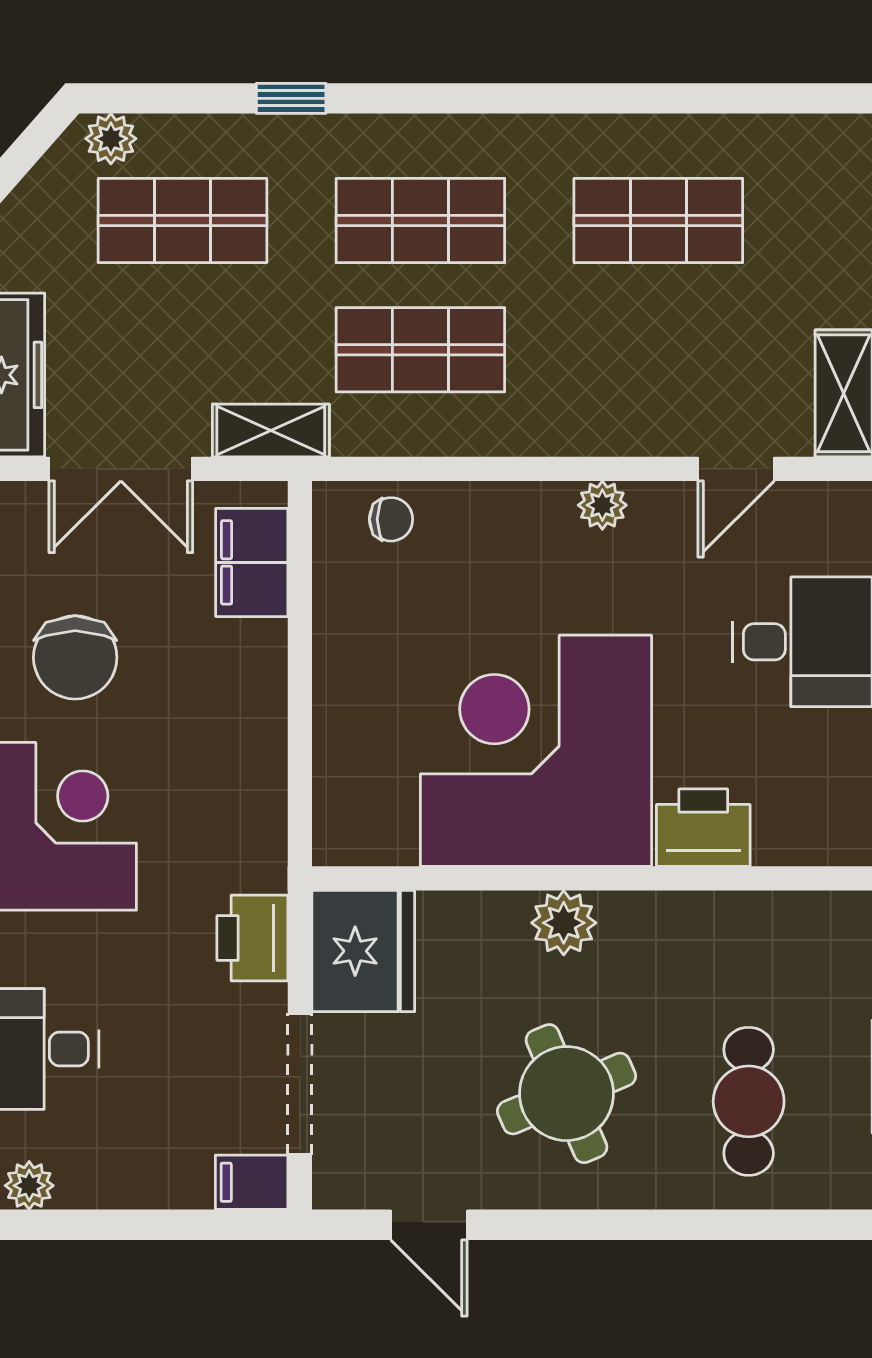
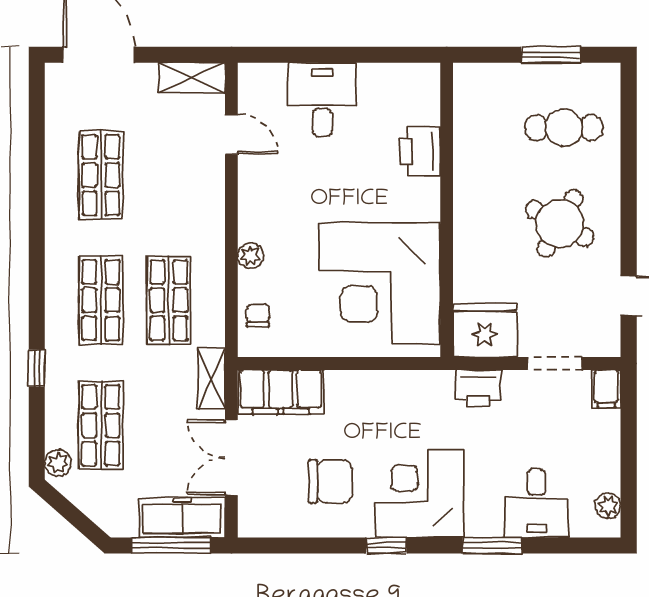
double door: (121, 469) -> (231, 458), swing flipped
plant: (602, 505) -> (250, 256), moved
filing cabinet: (252, 562) -> (281, 392), width x1.50, depth x1.17
corner desk: (536, 751) -> (380, 283), moved
plant: (564, 923) -> (470, 225), removed
doorway: (300, 1084) -> (555, 363), width x0.73
round table: (566, 1094) -> (560, 223), turned -38

